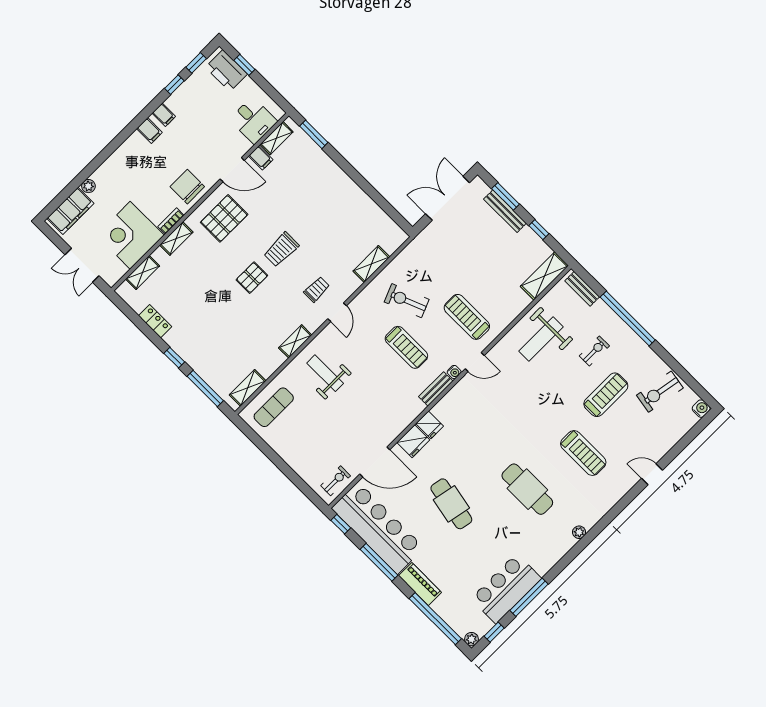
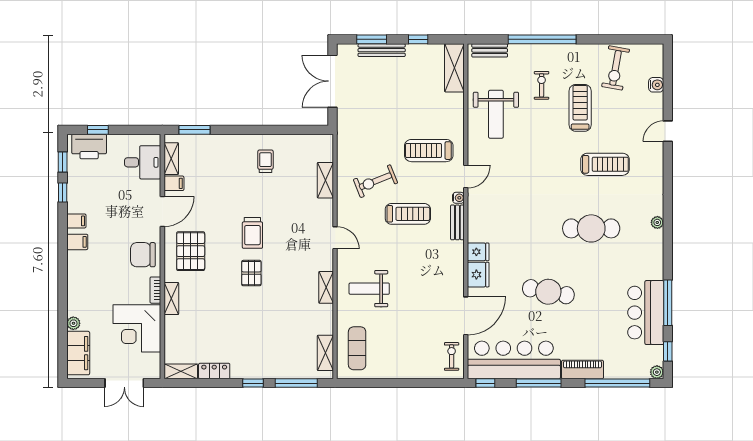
shelving: (143, 272) -> (181, 371), moved, turned 90
trolley: (317, 289) -> (266, 161), moved
water cooler: (701, 409) -> (656, 85), moved, turned 90

